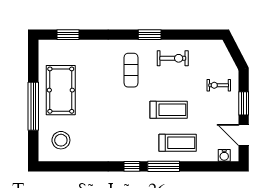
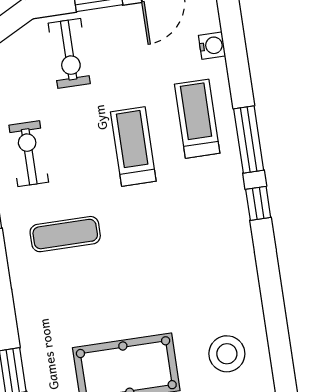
exercise bike: (219, 85) -> (69, 53), width x1.38, depth x1.39
water cooler: (224, 155) -> (212, 46), moved

